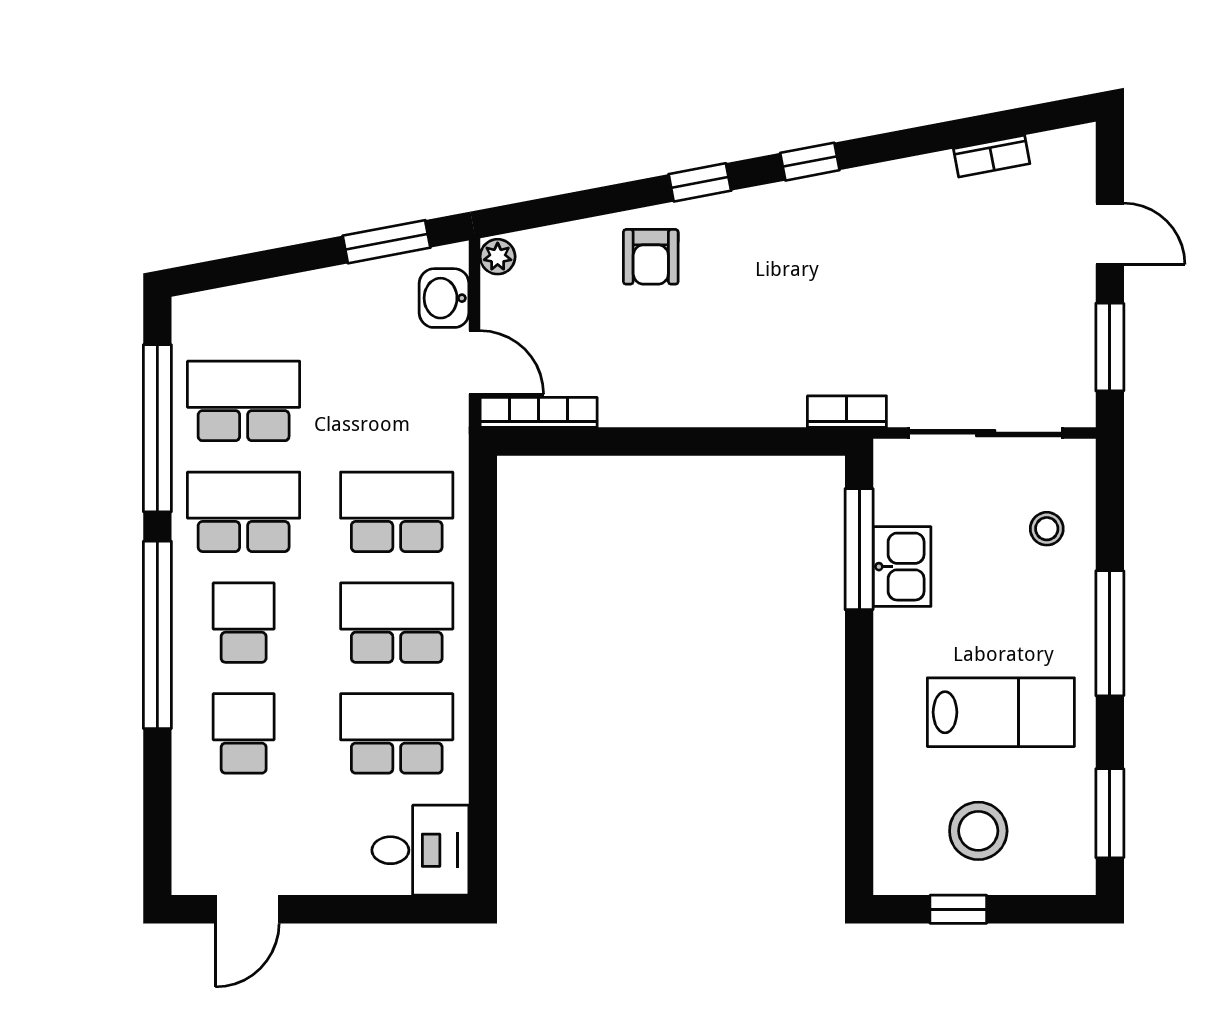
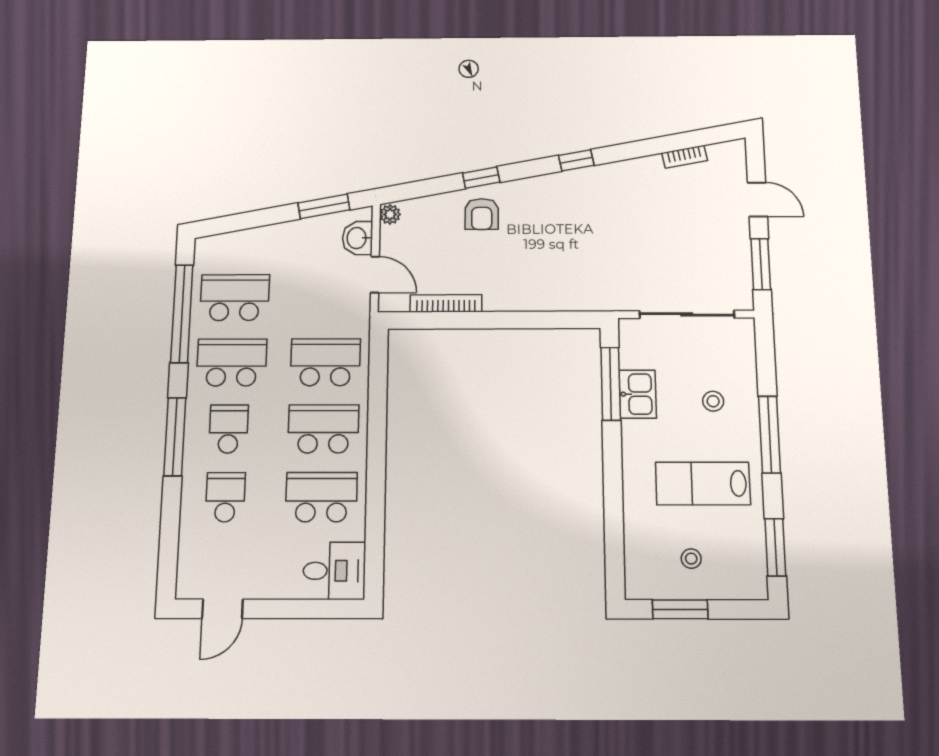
window: (700, 182) -> (481, 178), moved
bookcase: (539, 412) -> (446, 303), moved
bookcase: (847, 412) -> (601, 302), removed
stool: (1047, 529) -> (713, 401), moved
window: (157, 635) -> (175, 437), width x0.68
lab bench: (1001, 712) -> (703, 483), turned 180
stool: (978, 831) -> (691, 559), width x0.53, depth x0.53
window: (958, 909) -> (680, 609), width x1.50

